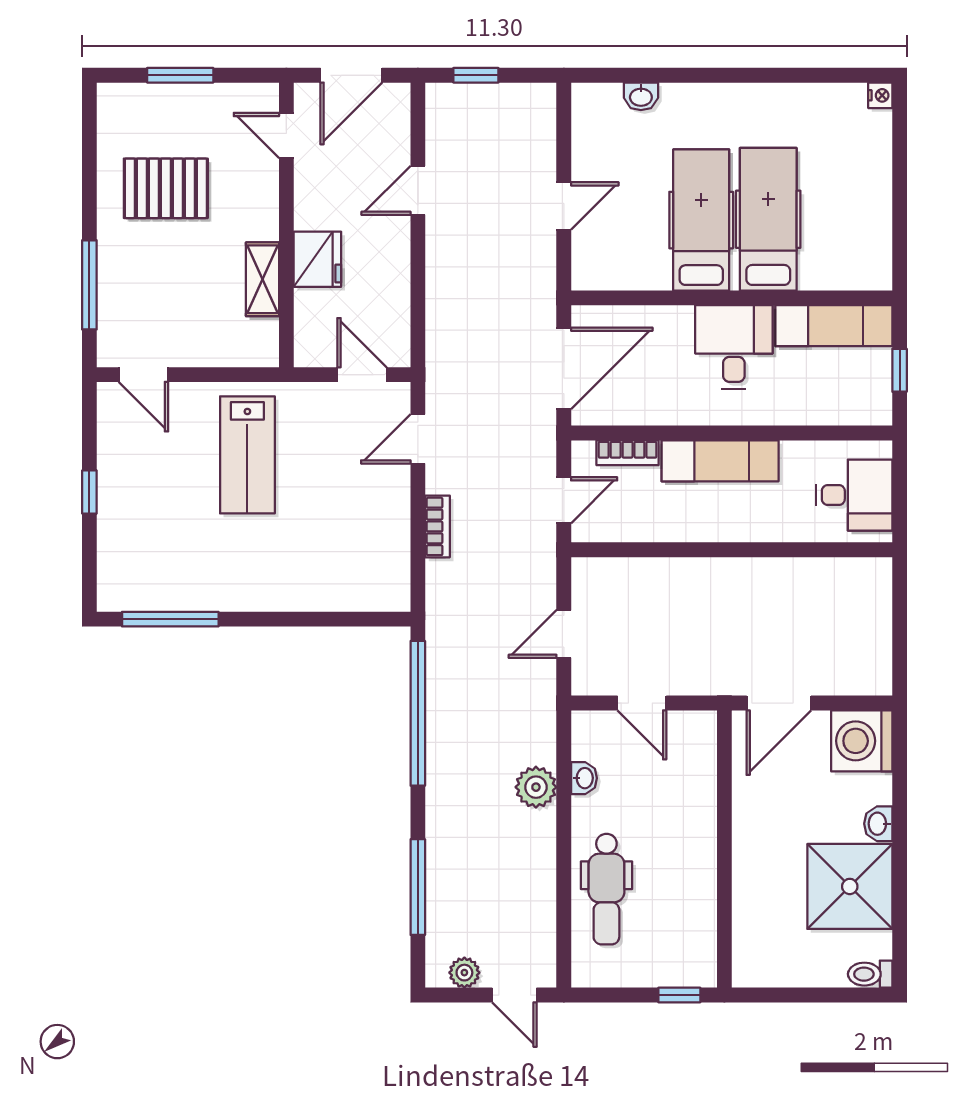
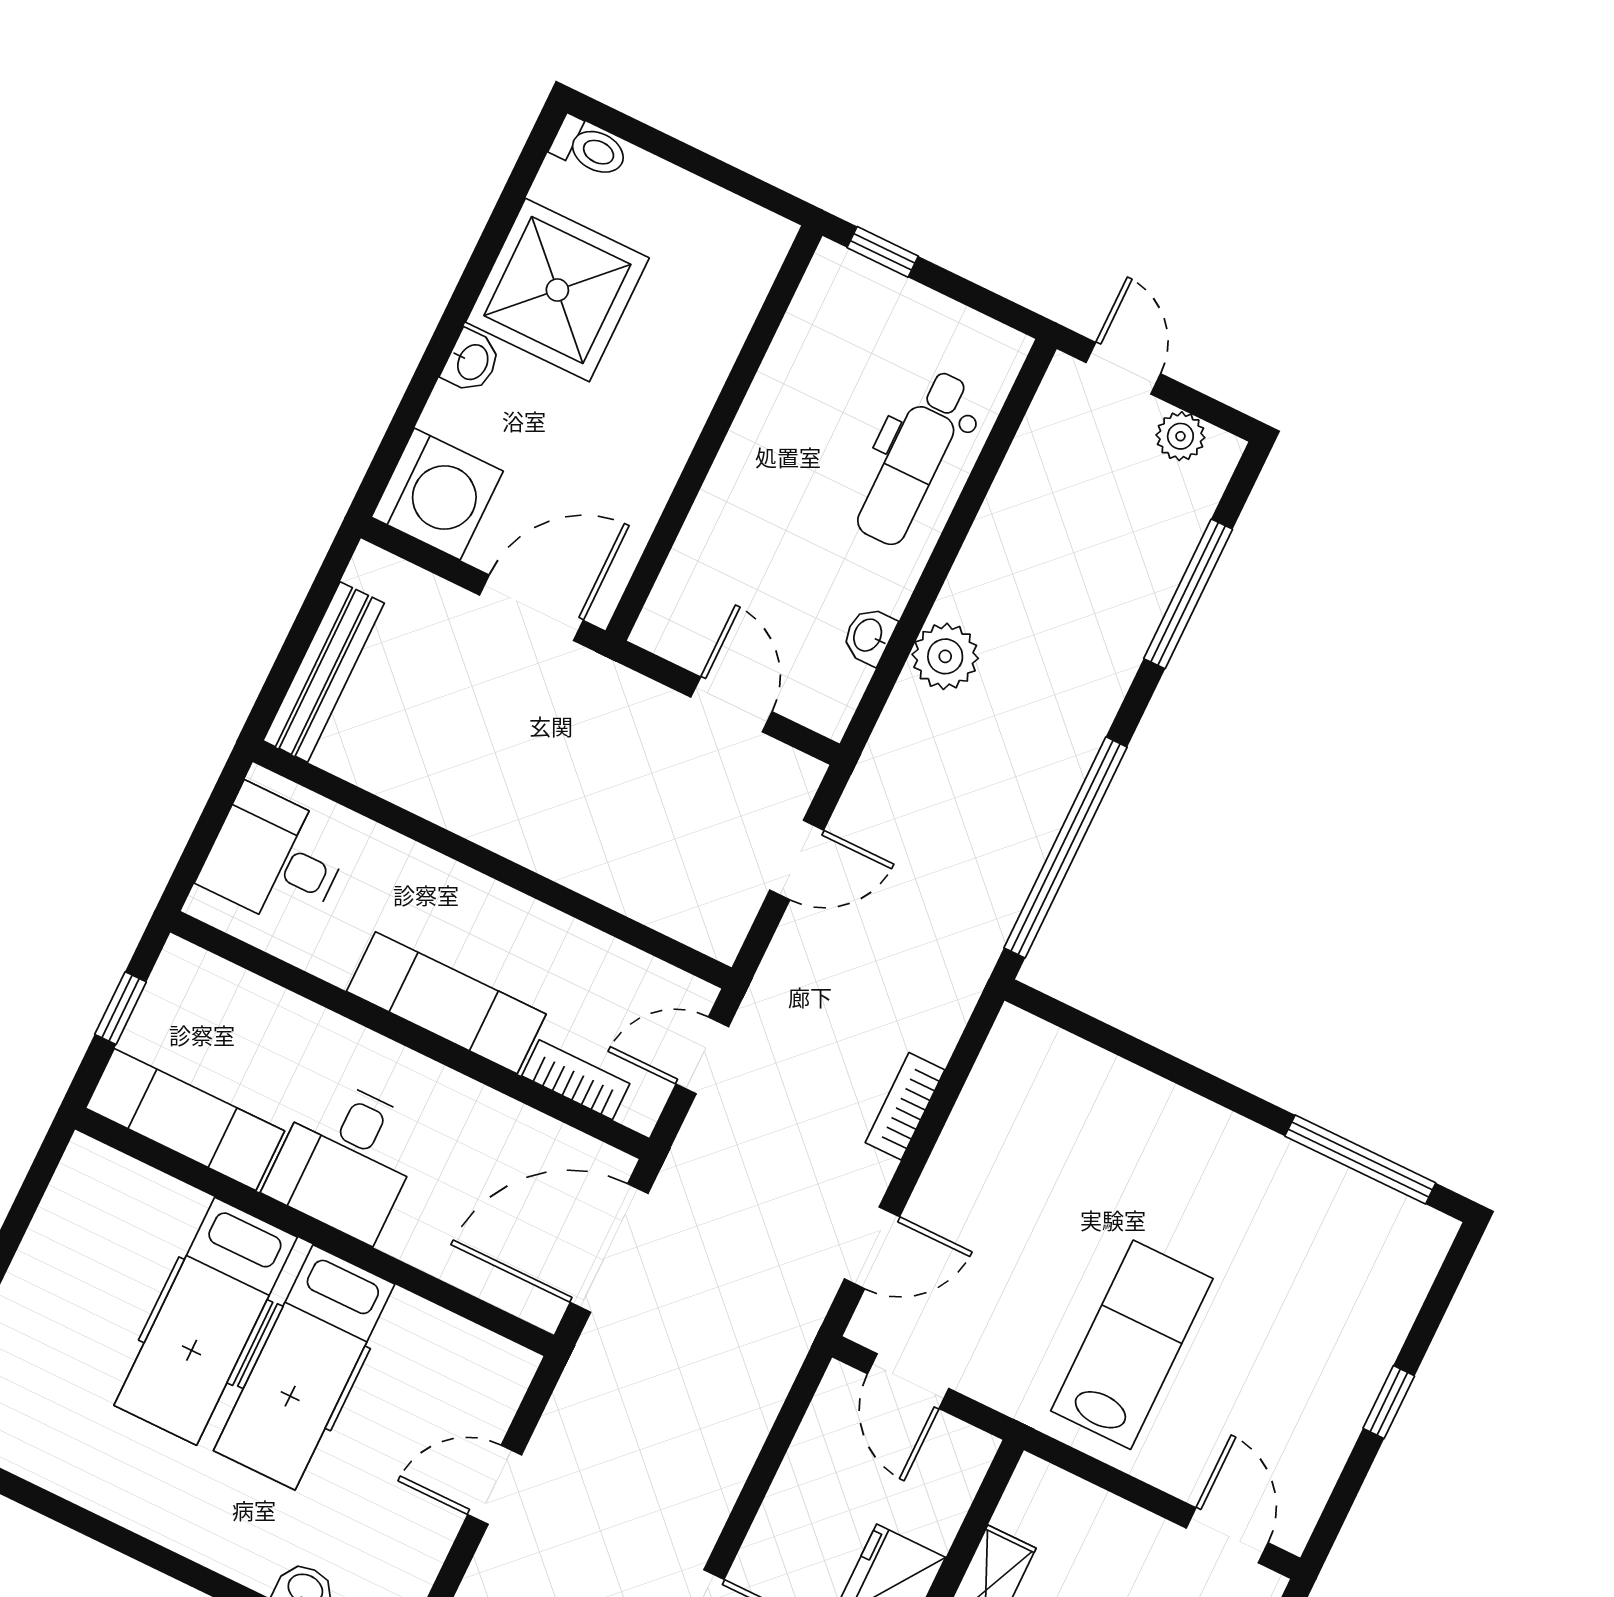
bench: (877, 612) -> (324, 672), added
dental chair: (606, 889) -> (914, 458), turned 180

